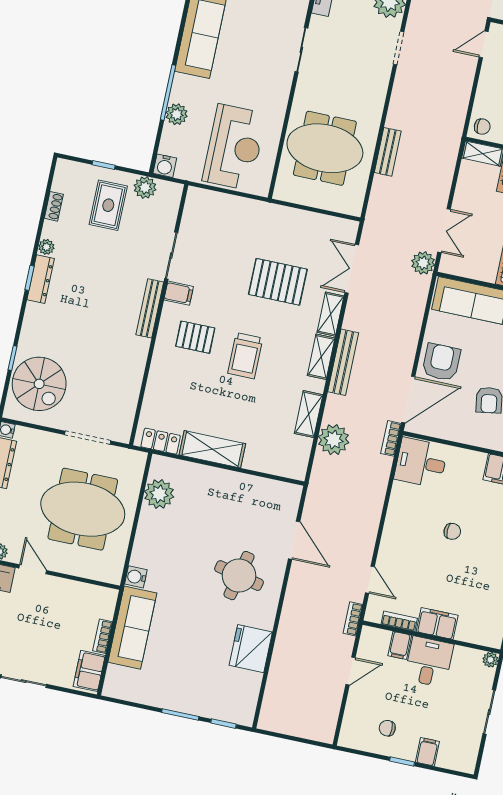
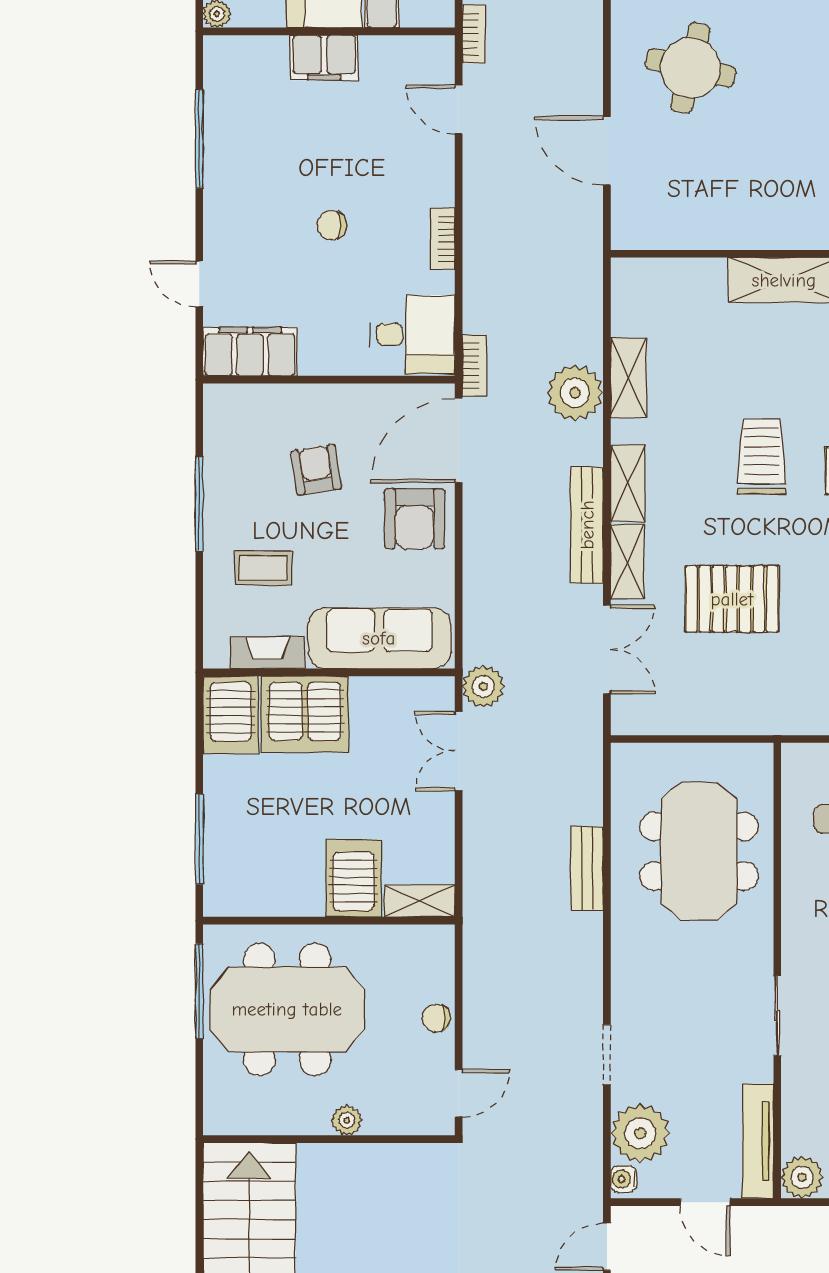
chair: (482, 127) -> (436, 1018), moved
meeting table: (325, 148) -> (699, 851), turned 90
bench: (343, 362) -> (587, 525), moved
plant: (334, 440) -> (575, 393), moved
bookcase: (399, 621) -> (443, 239), moved, turned 90

